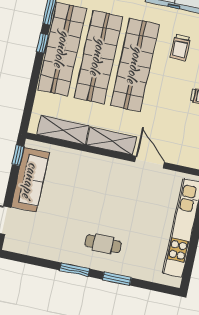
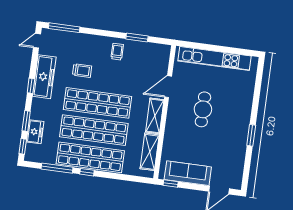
cafe table: (103, 244) -> (203, 109), moved, width x1.37, depth x1.35
window: (117, 279) -> (255, 104), removed

